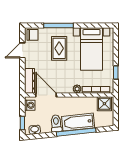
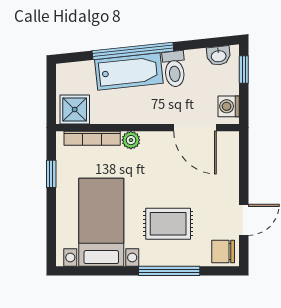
rug: (59, 48) -> (168, 224), turned 90
dresser: (30, 81) -> (229, 157), removed

